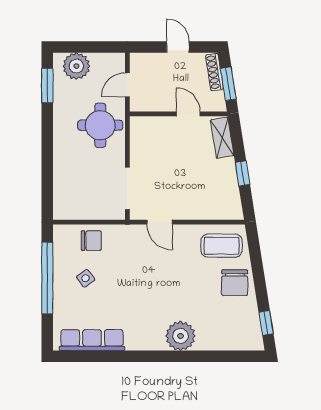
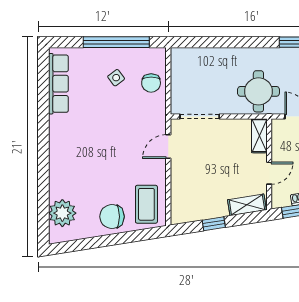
shelving: (148, 124) -> (259, 136), added
window: (266, 323) -> (74, 246), removed
plant: (181, 336) -> (62, 213), moved

